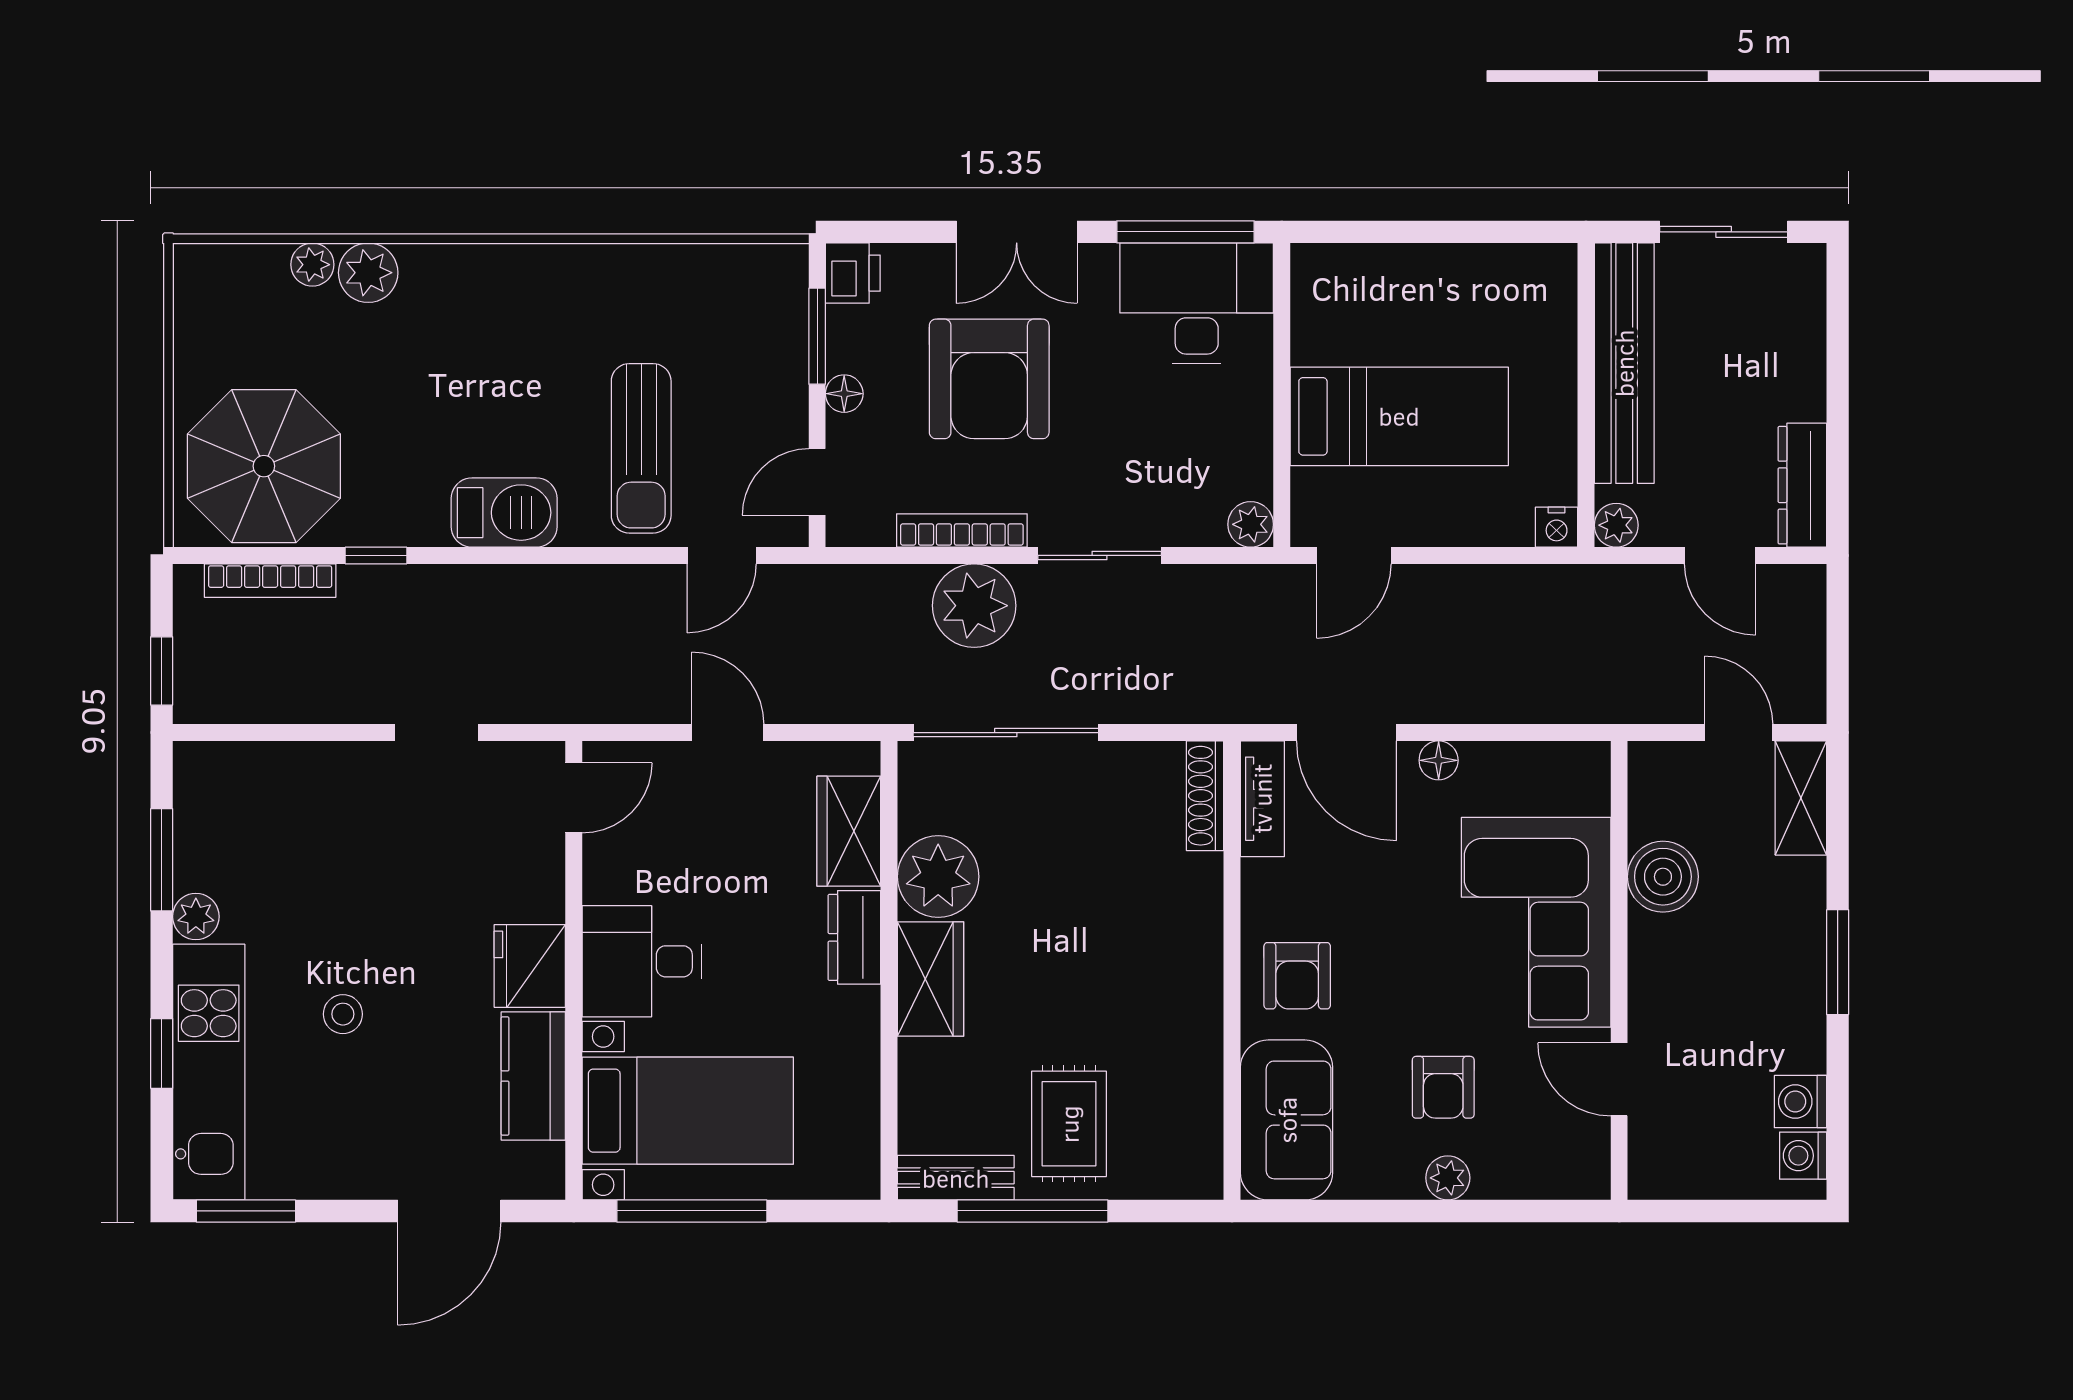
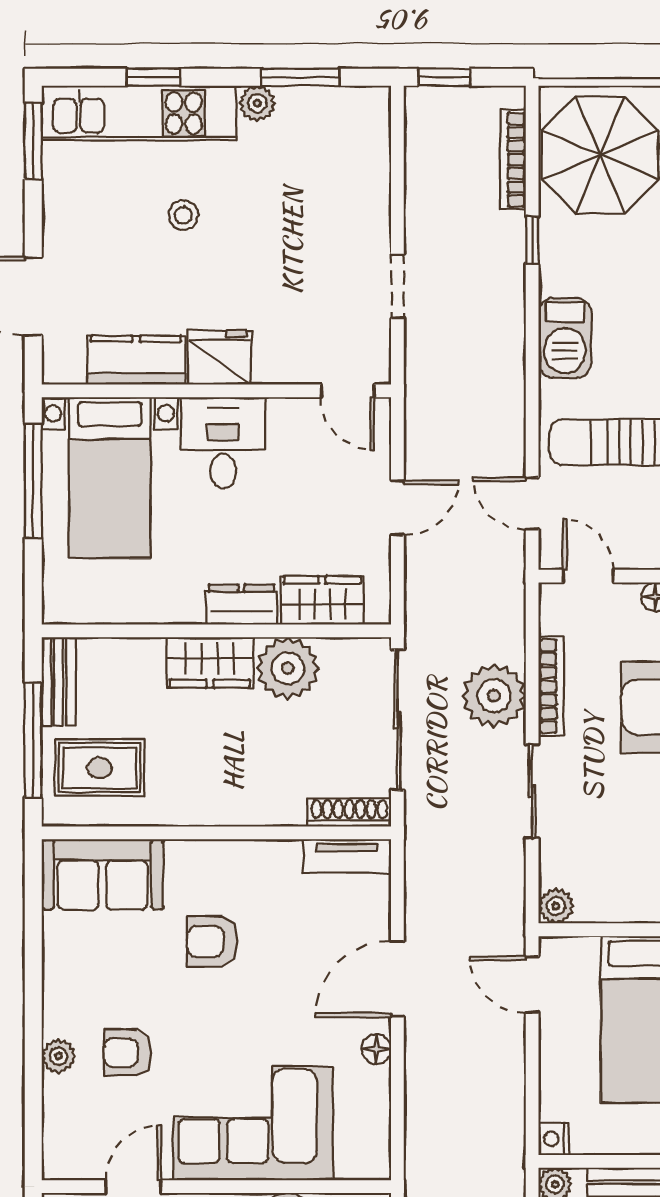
shoe rack: (1205, 796) -> (349, 812), moved
tv unit: (1262, 799) -> (347, 856), moved
wall: (1232, 970) -> (216, 833), moved
sofa: (1287, 1120) -> (103, 874), moved

